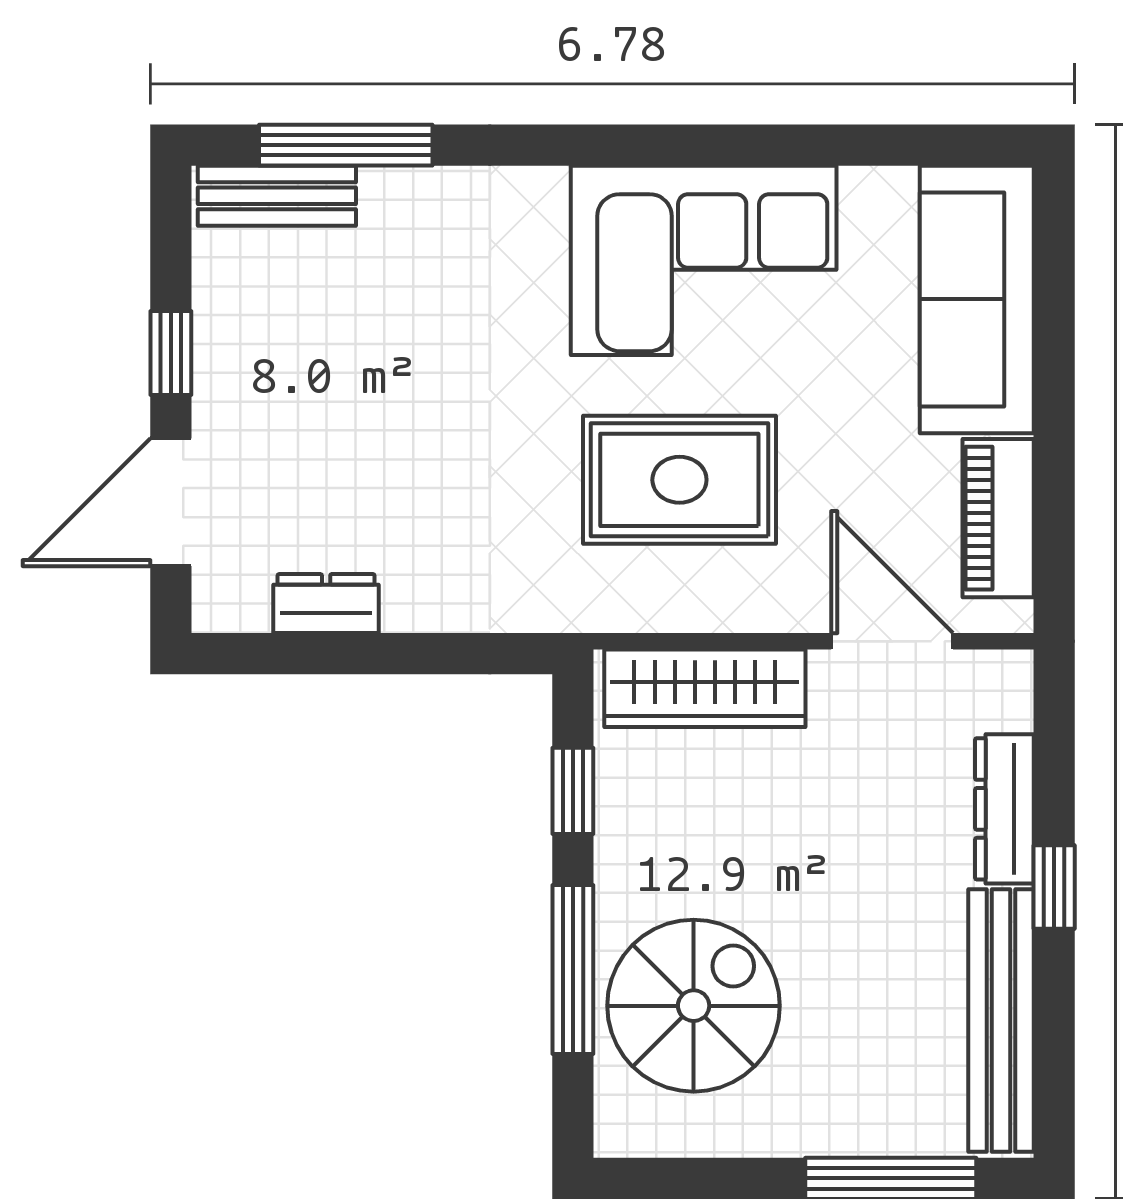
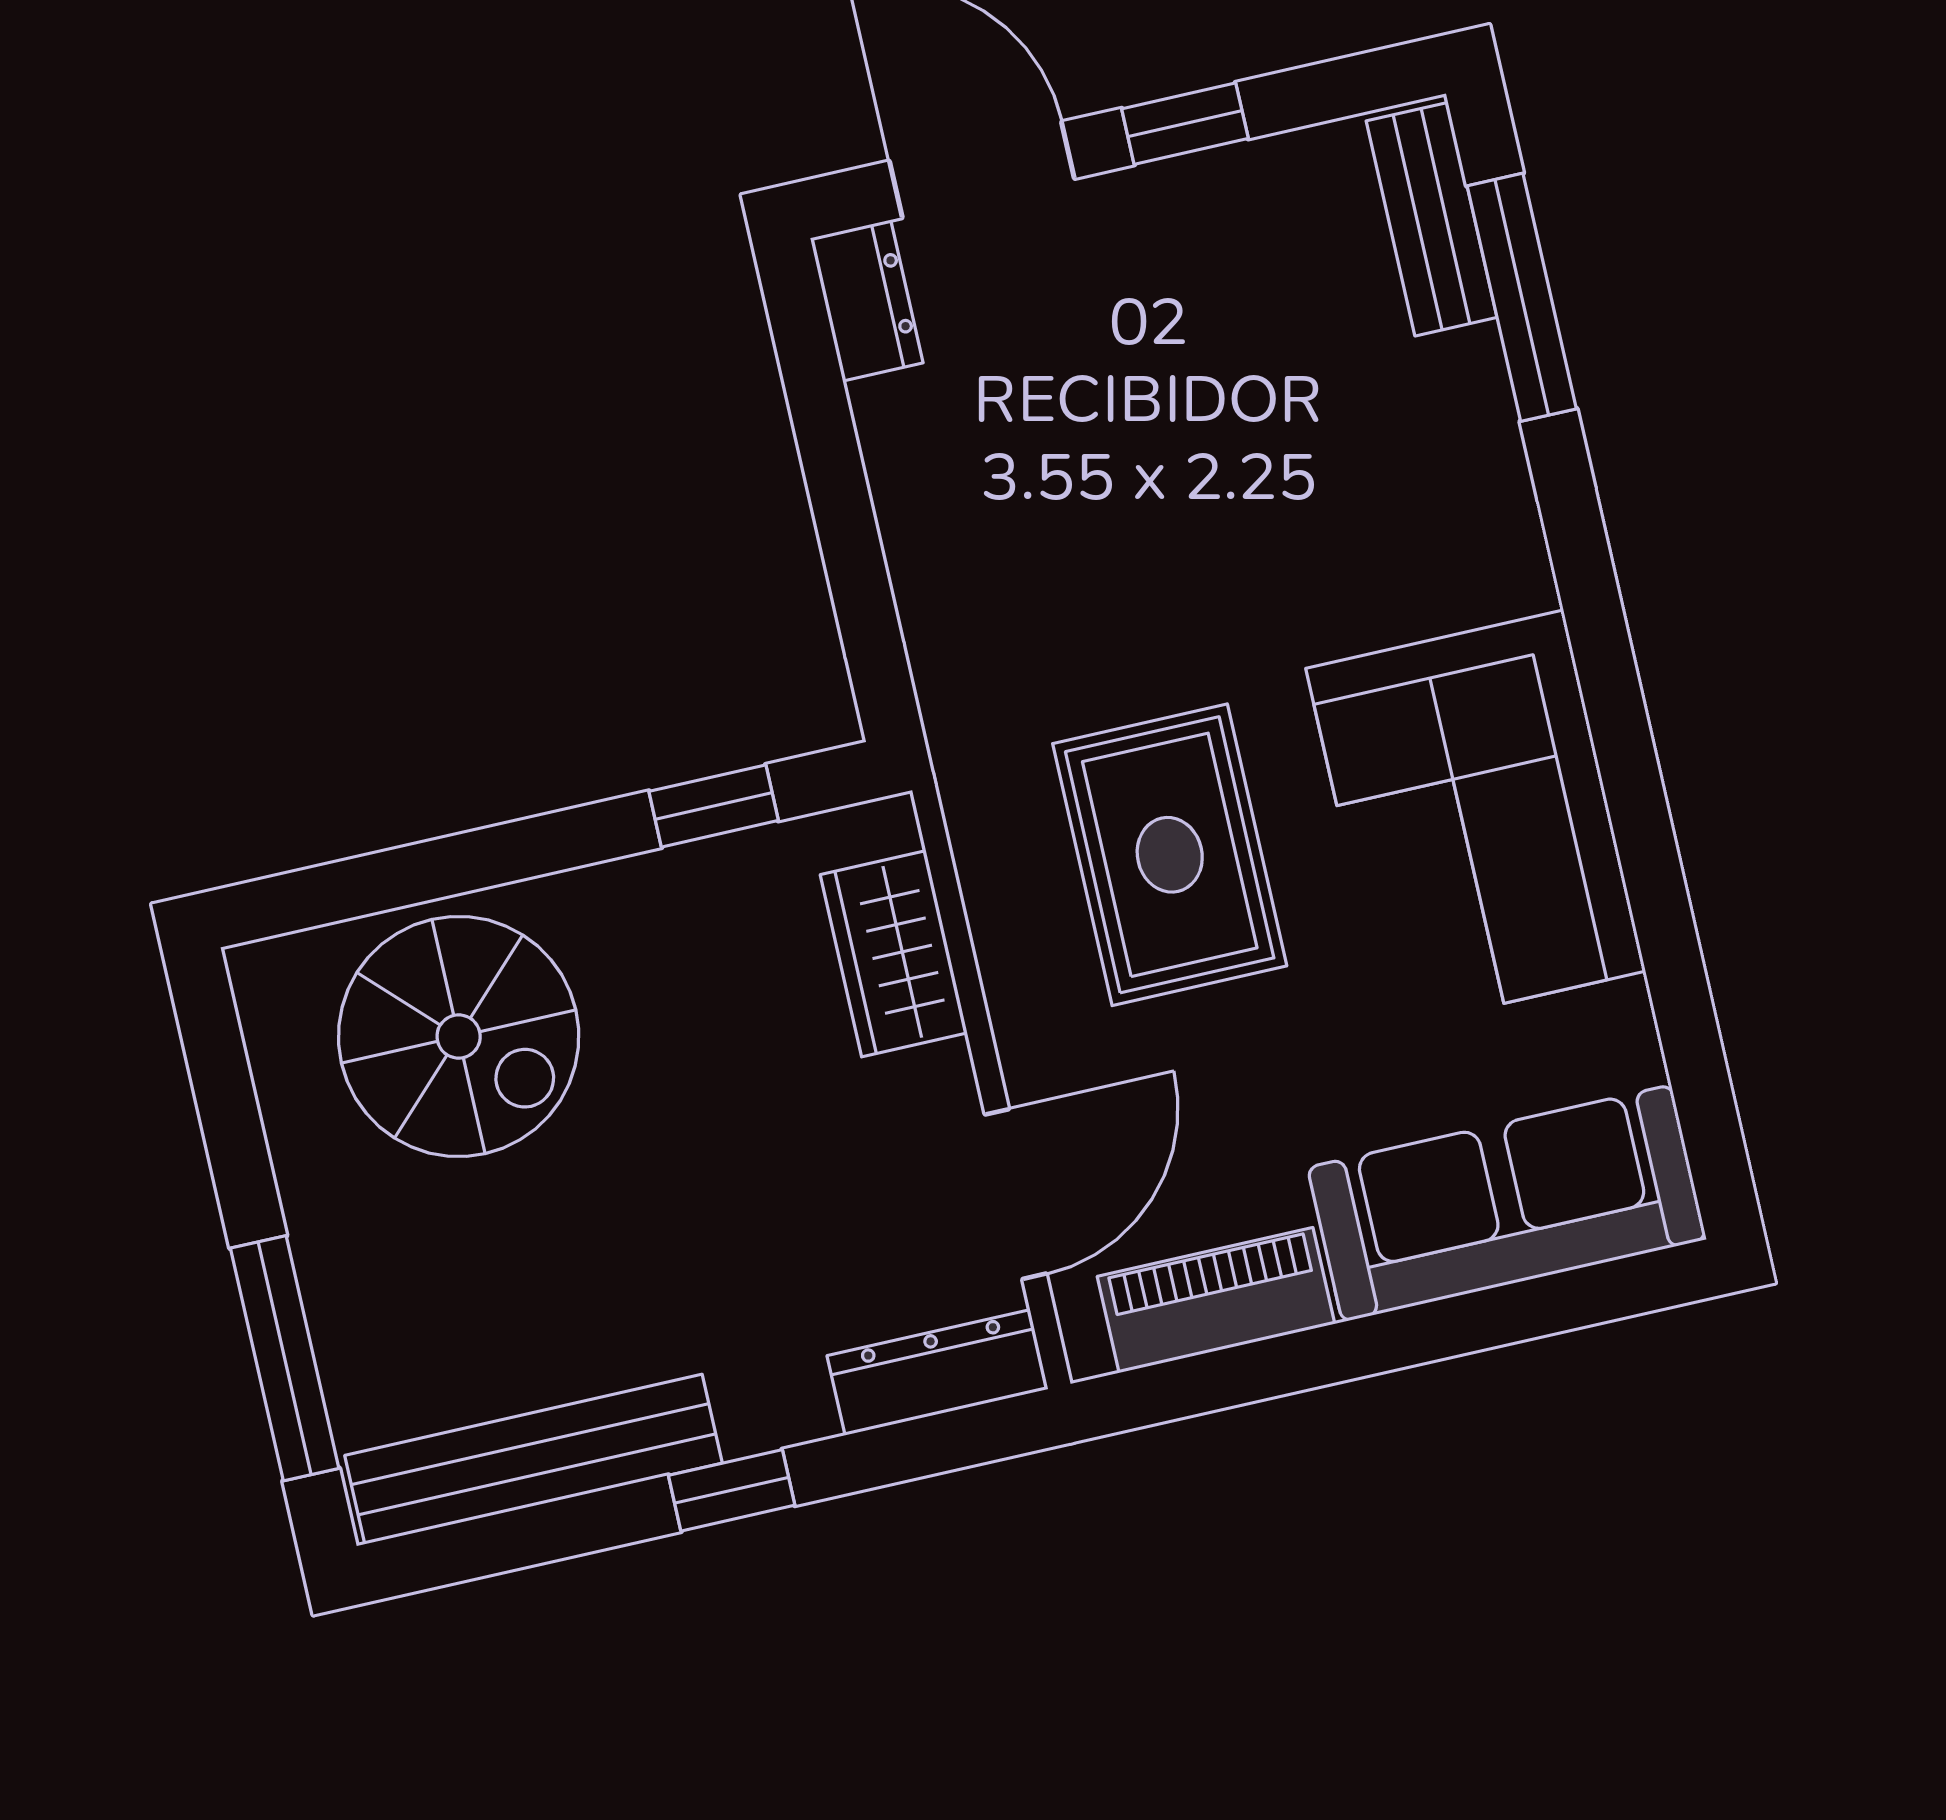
dresser: (326, 604) -> (867, 300), moved
wardrobe: (705, 688) -> (894, 954), width x0.67
dresser: (1004, 809) -> (938, 1372), moved
window: (573, 969) -> (471, 861), removed

